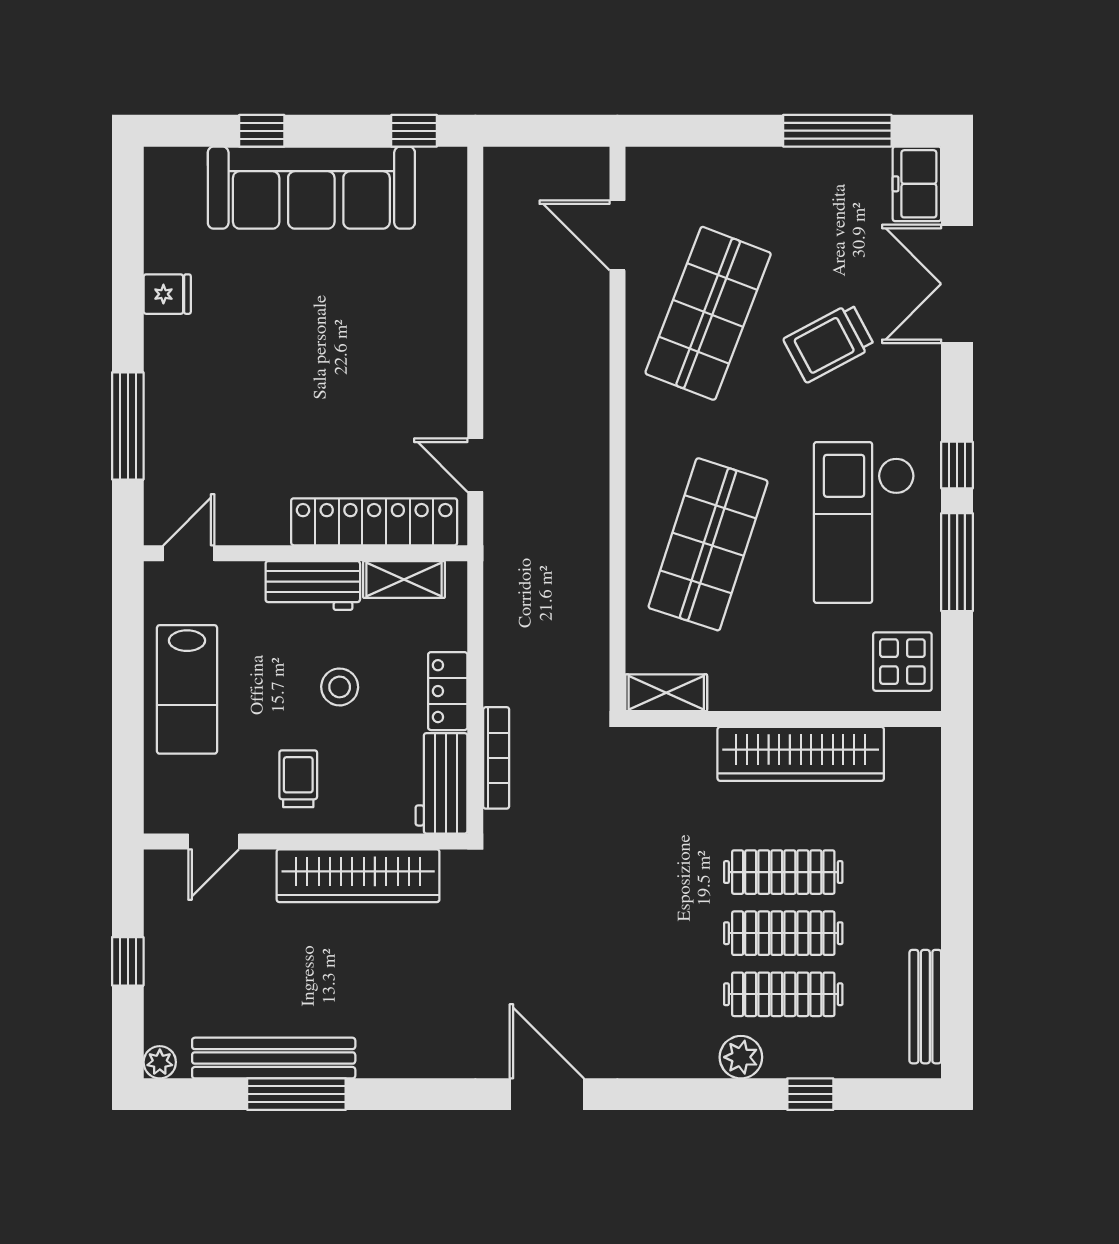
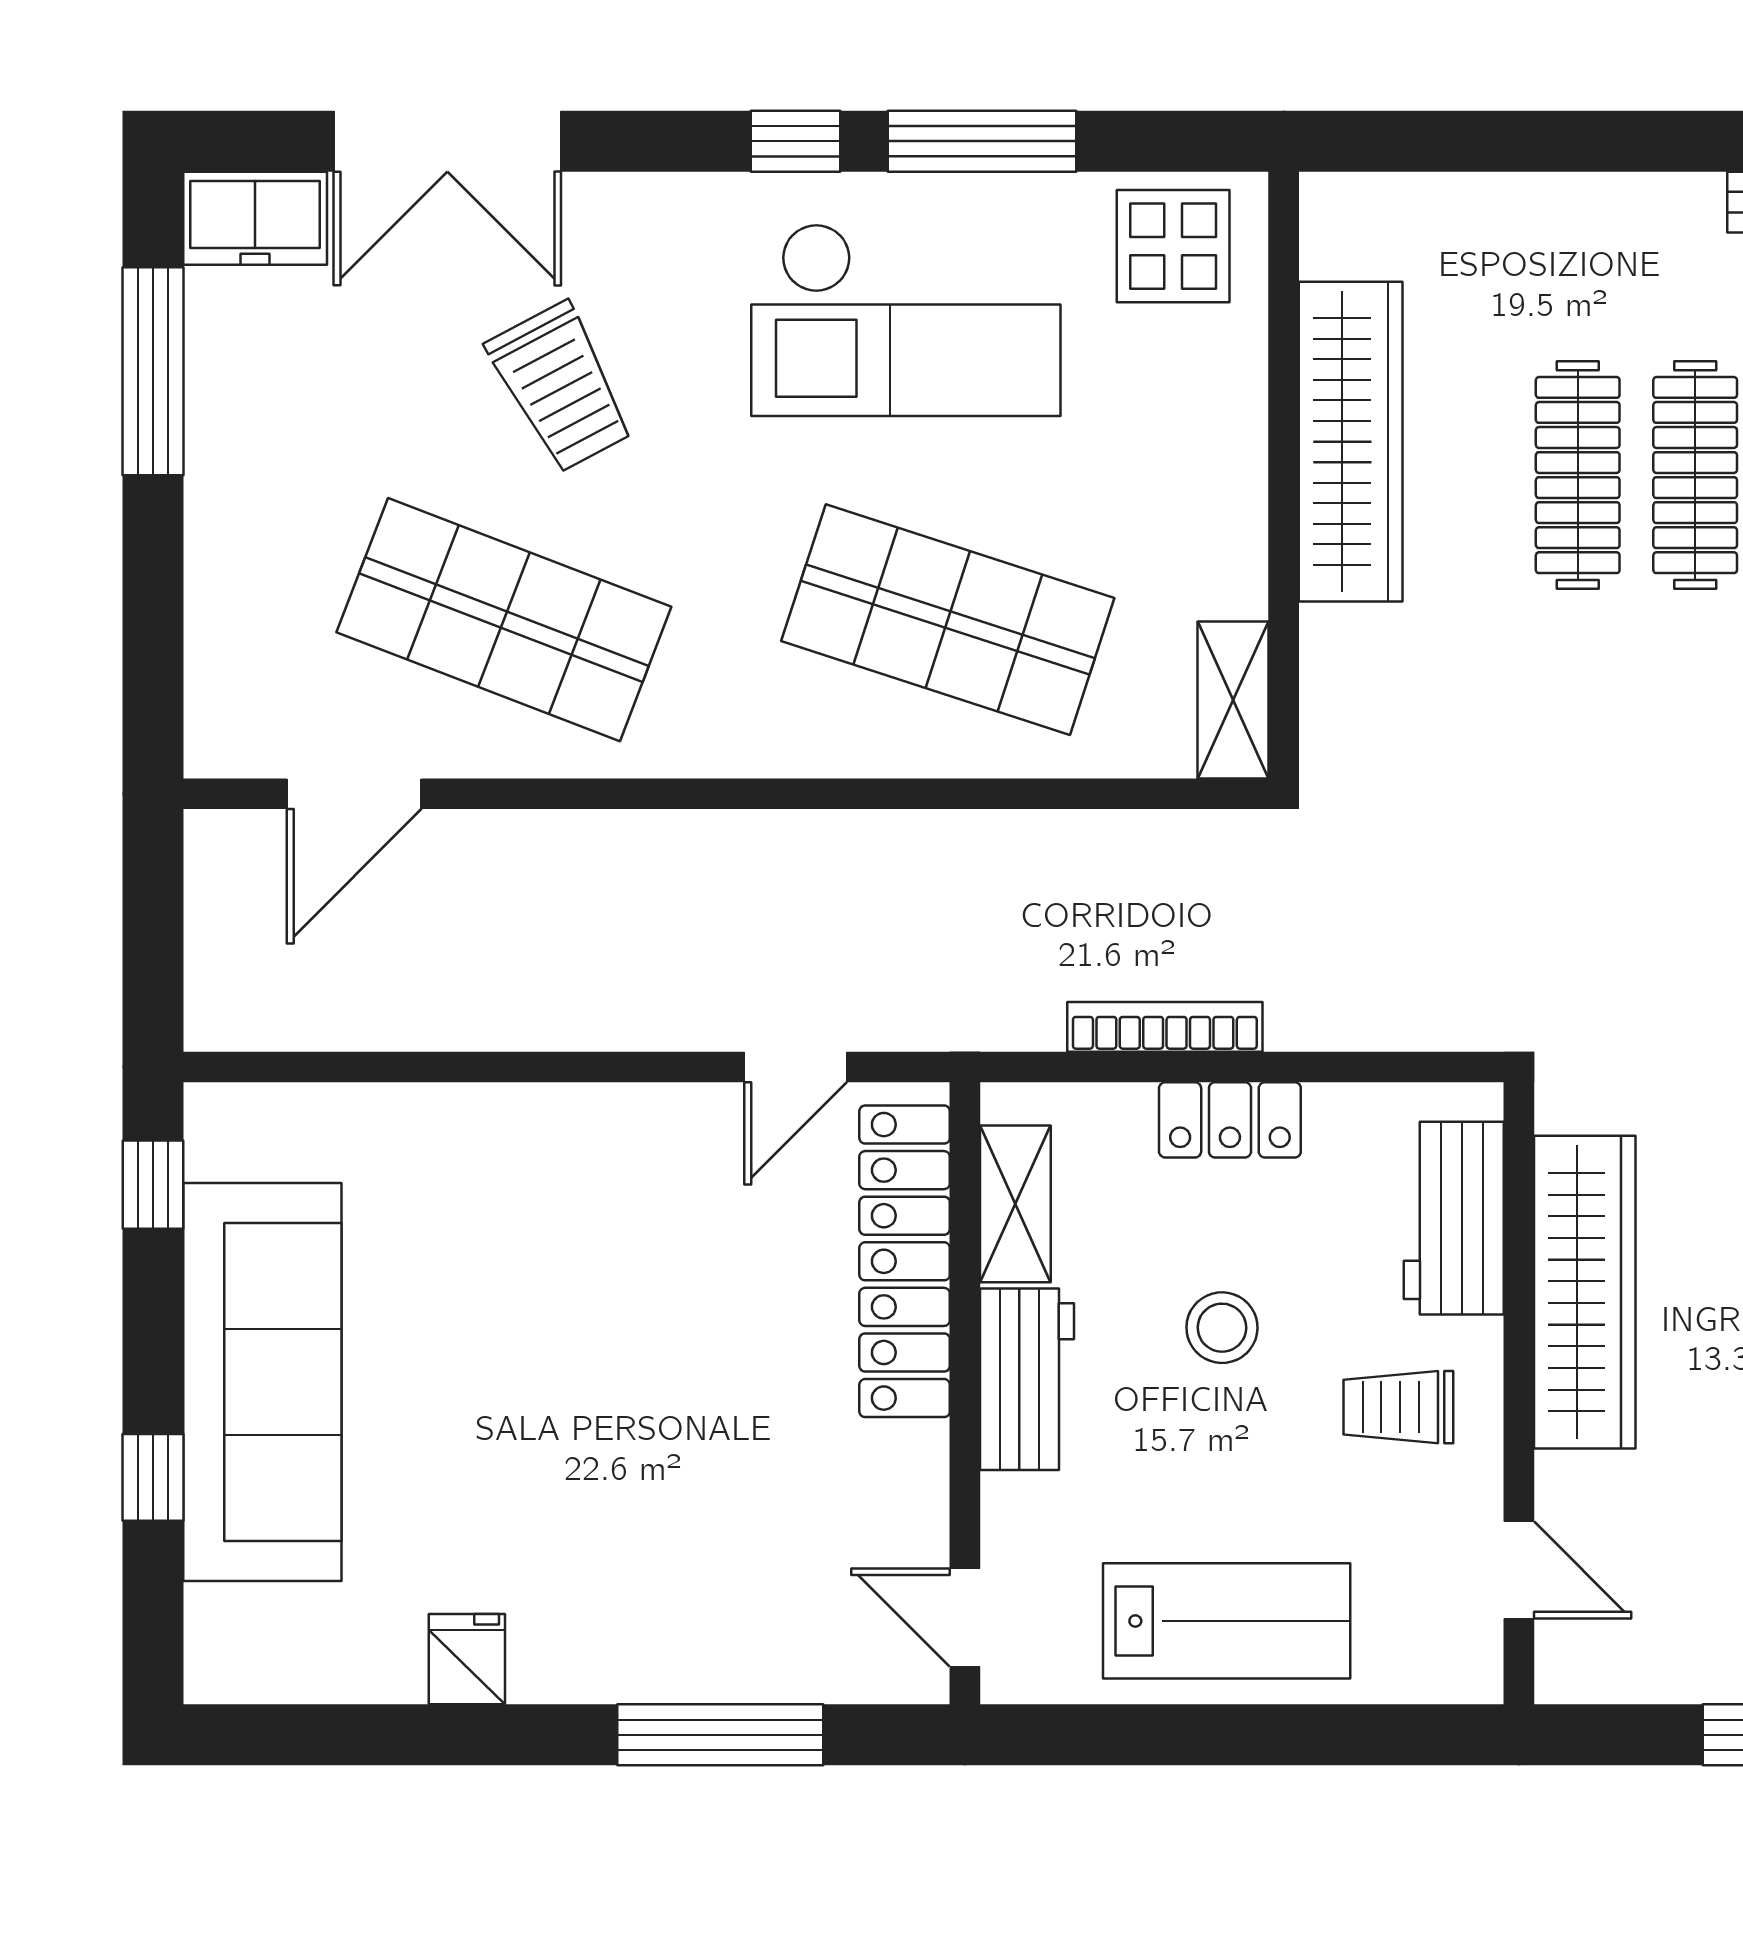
bookcase: (496, 758) -> (1165, 1027), moved
workbench: (441, 783) -> (1454, 1218), moved, turned 90

